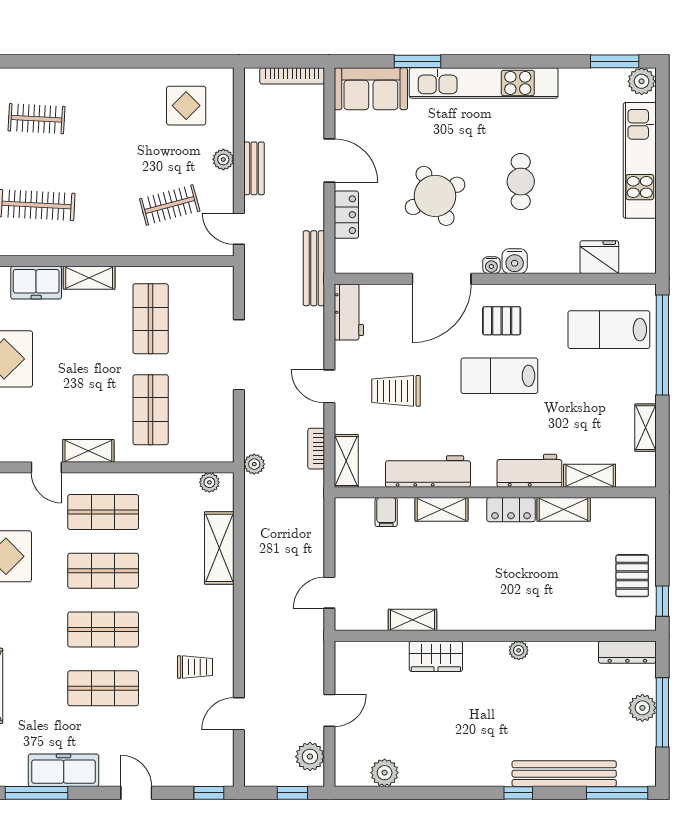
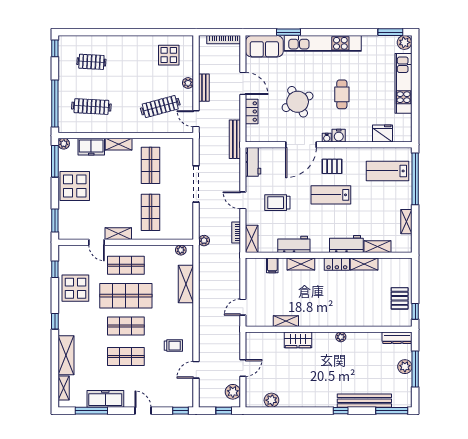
clothes rail: (170, 205) -> (160, 107), width x1.36
workbench: (428, 471) -> (294, 244), width x0.73
shop shelf: (103, 571) -> (126, 296), width x1.43, depth x1.36

